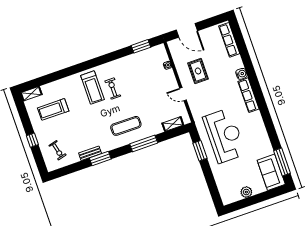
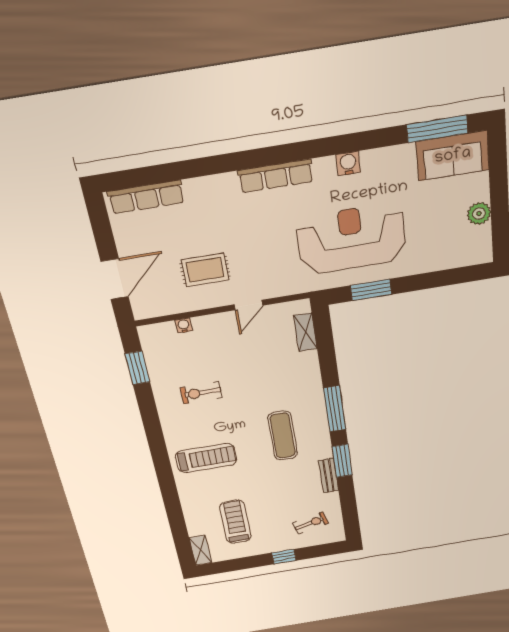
water cooler: (241, 74) -> (348, 163), moved
exercise bike: (113, 89) -> (201, 393), moved
treadmill: (53, 109) -> (235, 522), turned 180
exercise mat: (126, 126) -> (283, 436), moved
window: (144, 143) -> (335, 409), moved

